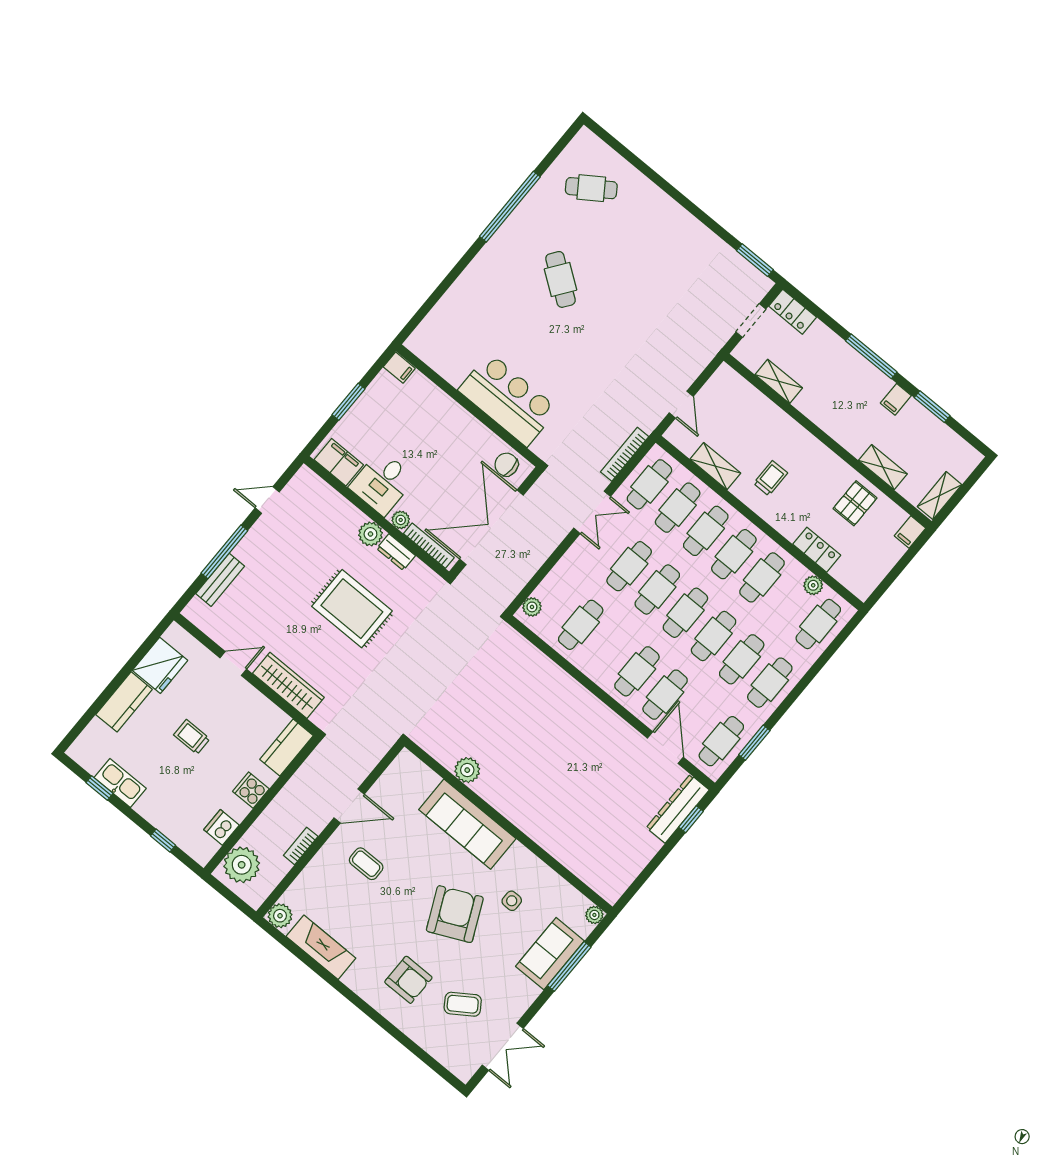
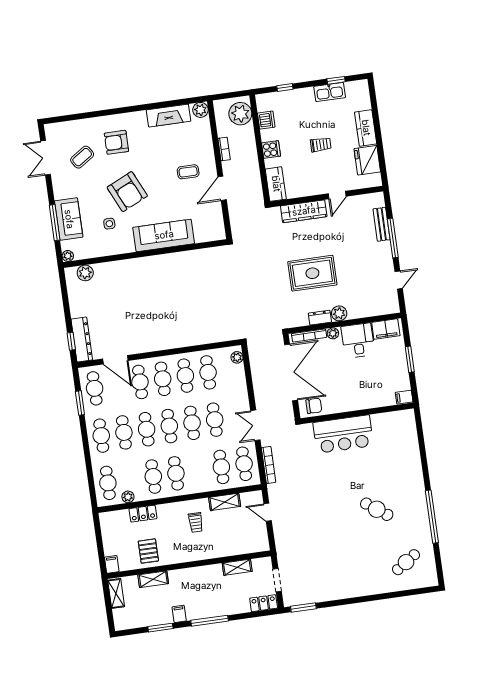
cafe table: (706, 531) -> (185, 376), moved
plant: (467, 770) -> (85, 273), moved

